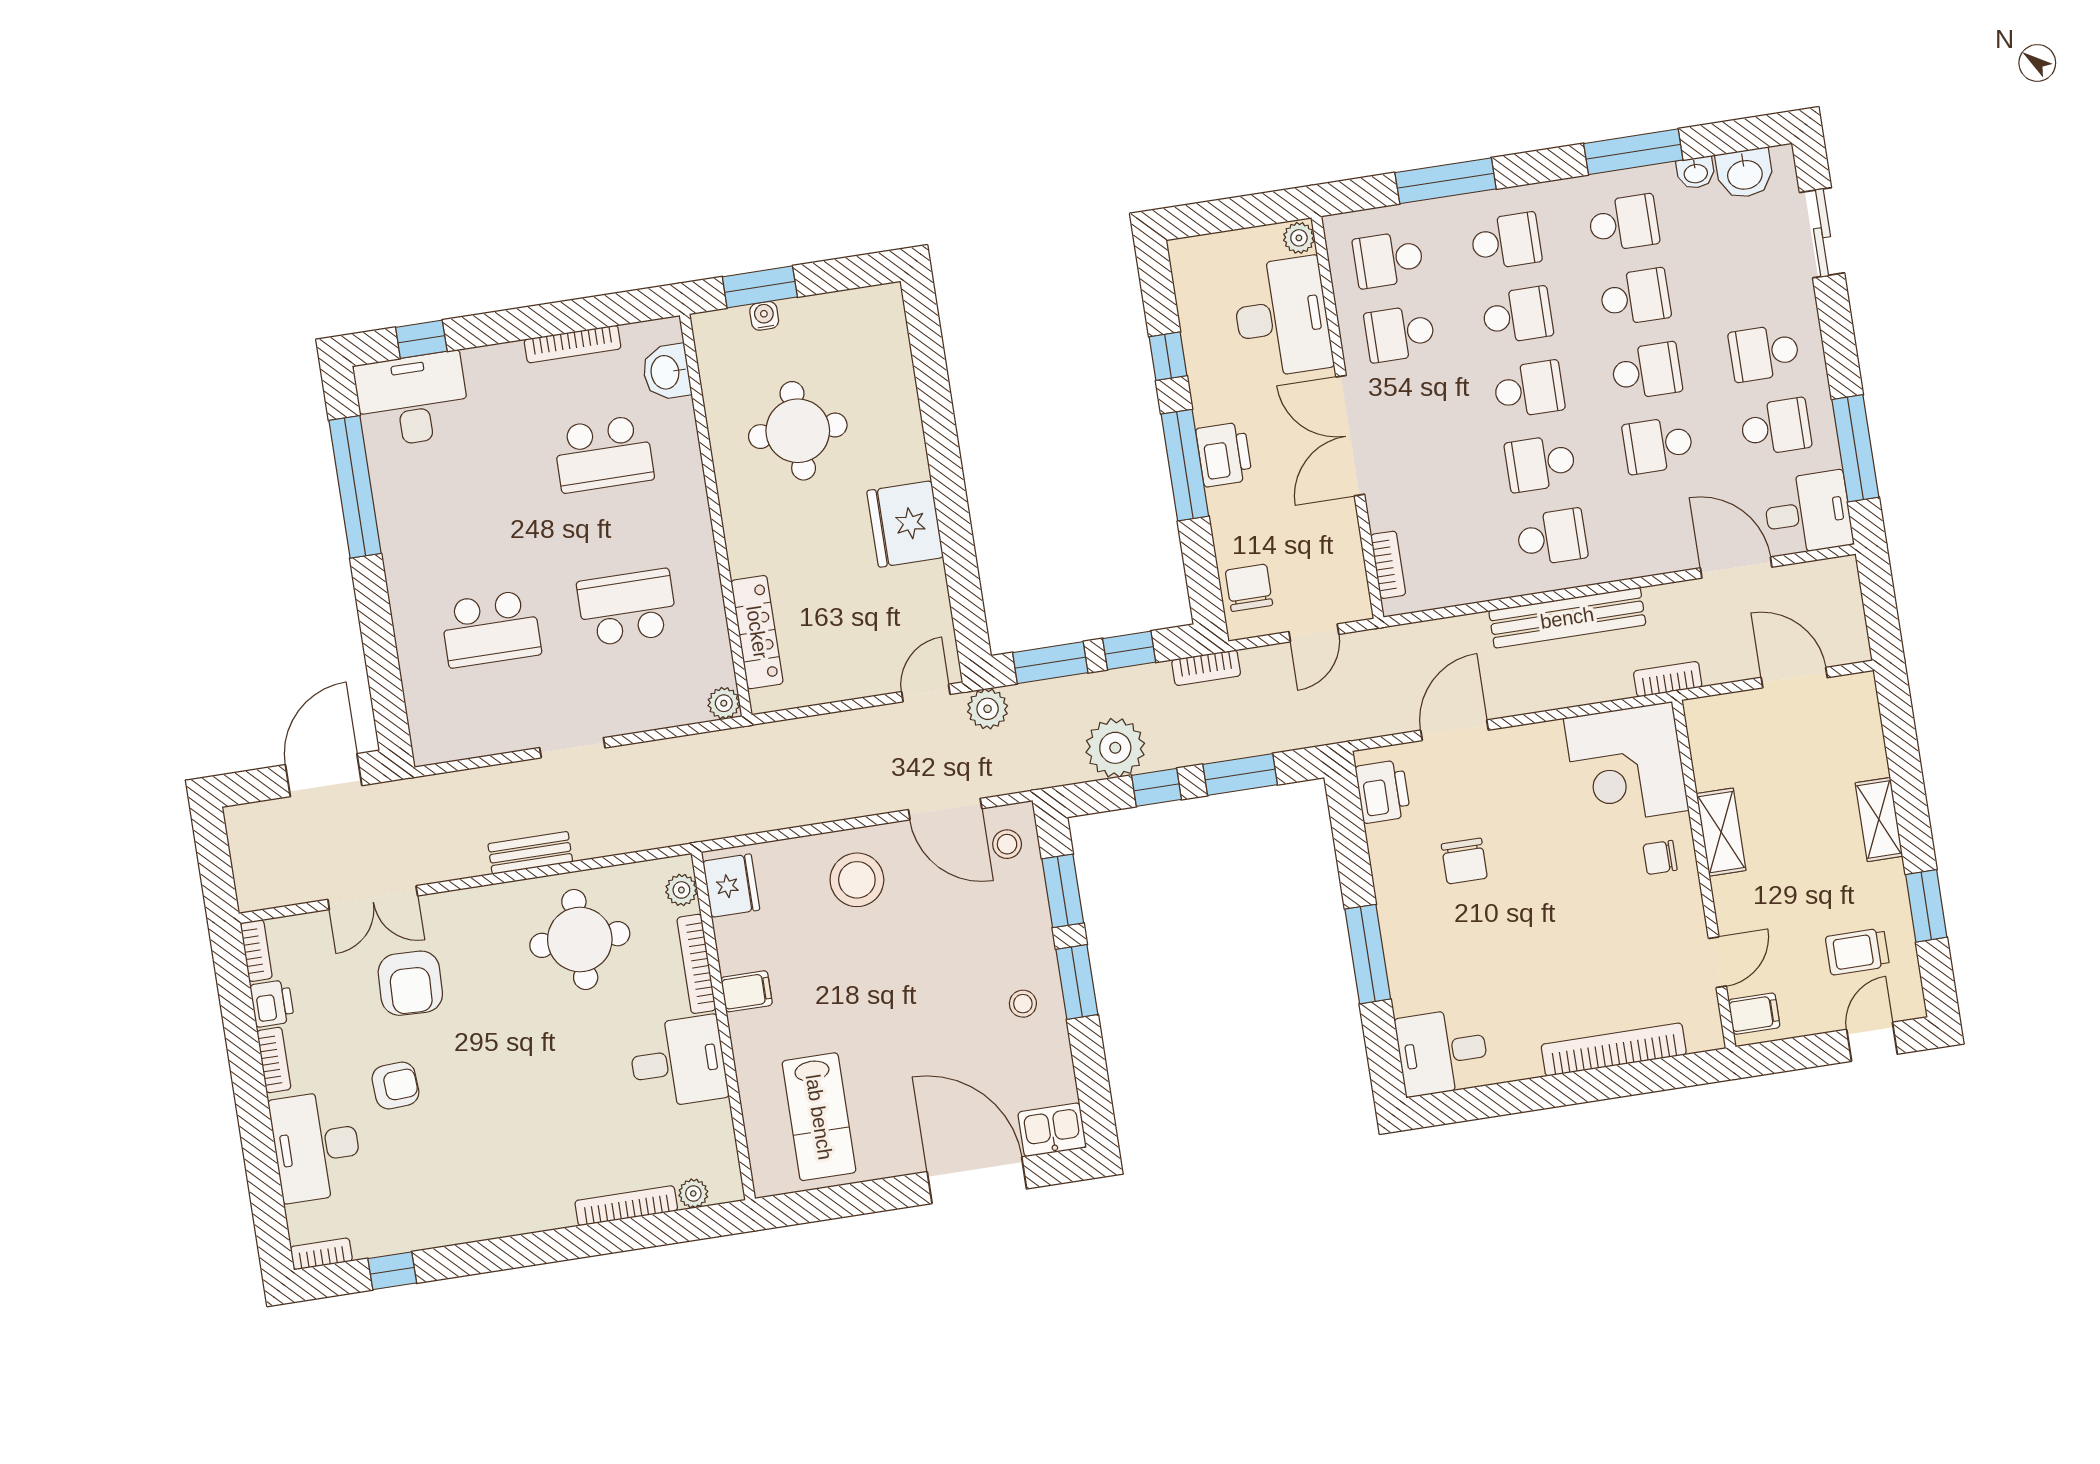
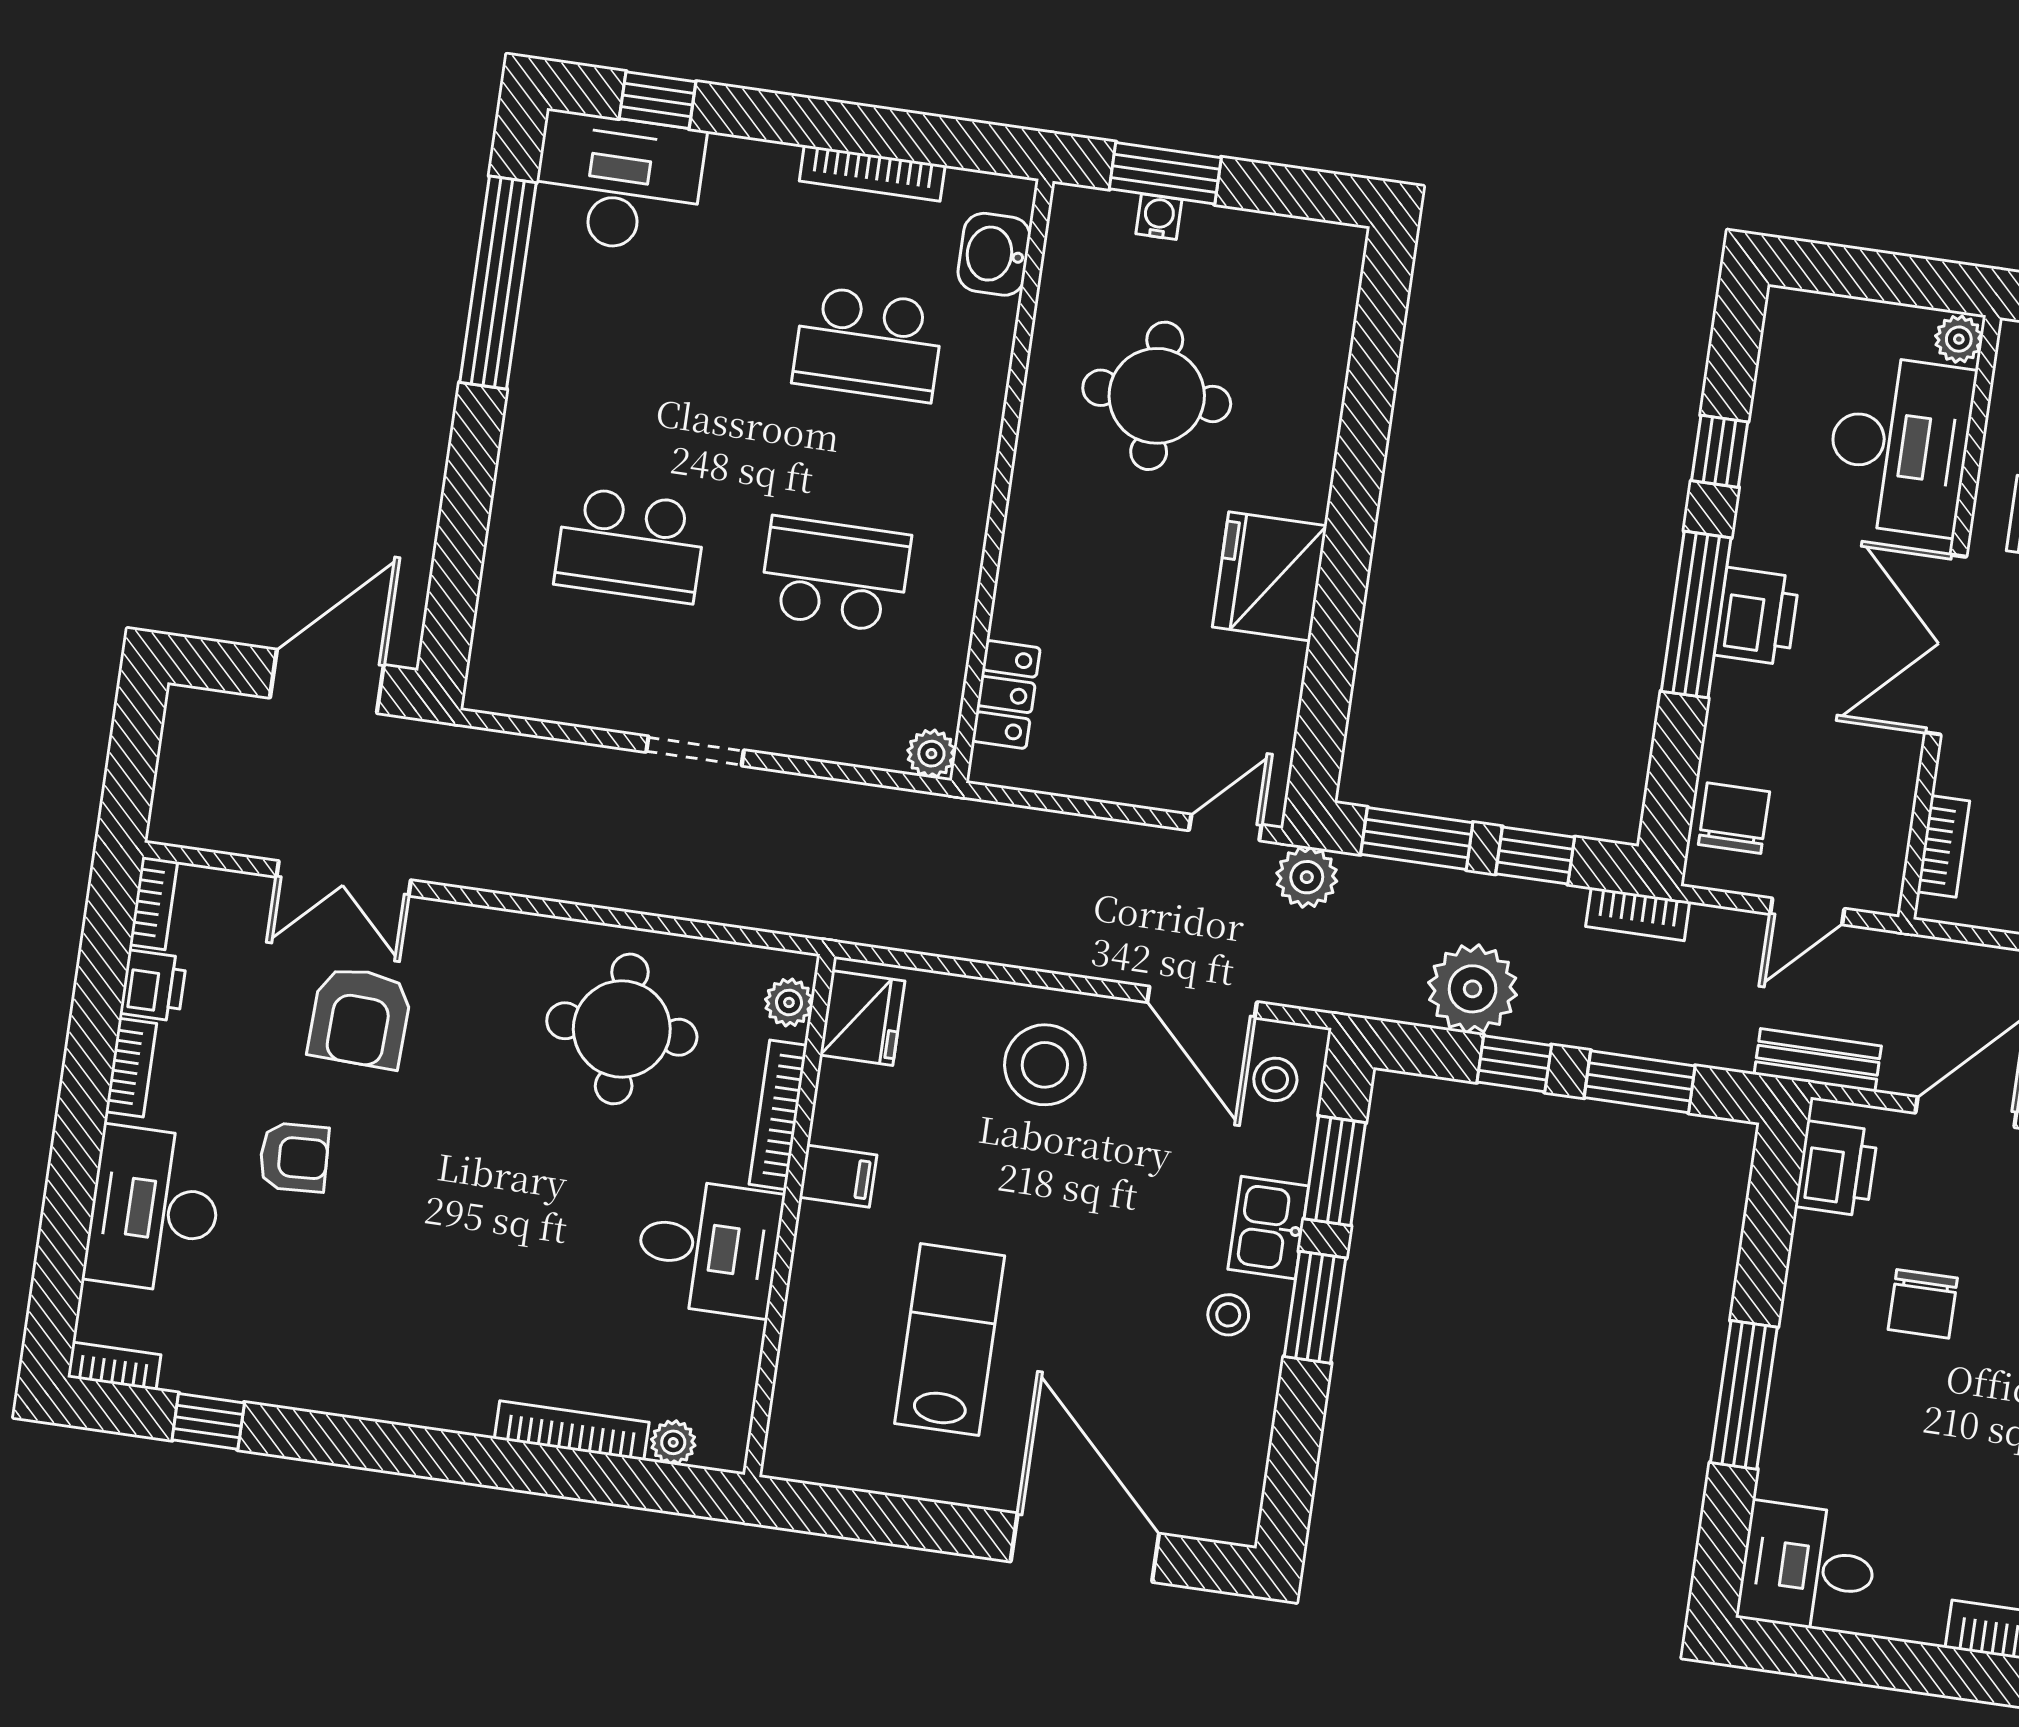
locker: (757, 632) -> (1006, 694), width x0.66
bench: (530, 853) -> (1818, 1060), moved
lab bench: (819, 1117) -> (950, 1340), moved, turned 180
kitchen sink: (1052, 1130) -> (1268, 1228), moved, turned -90

